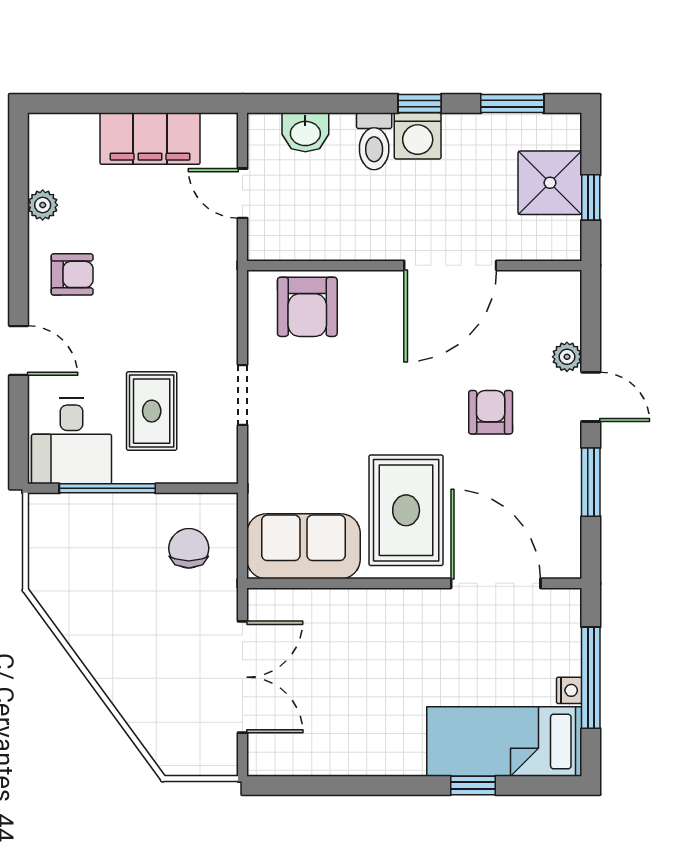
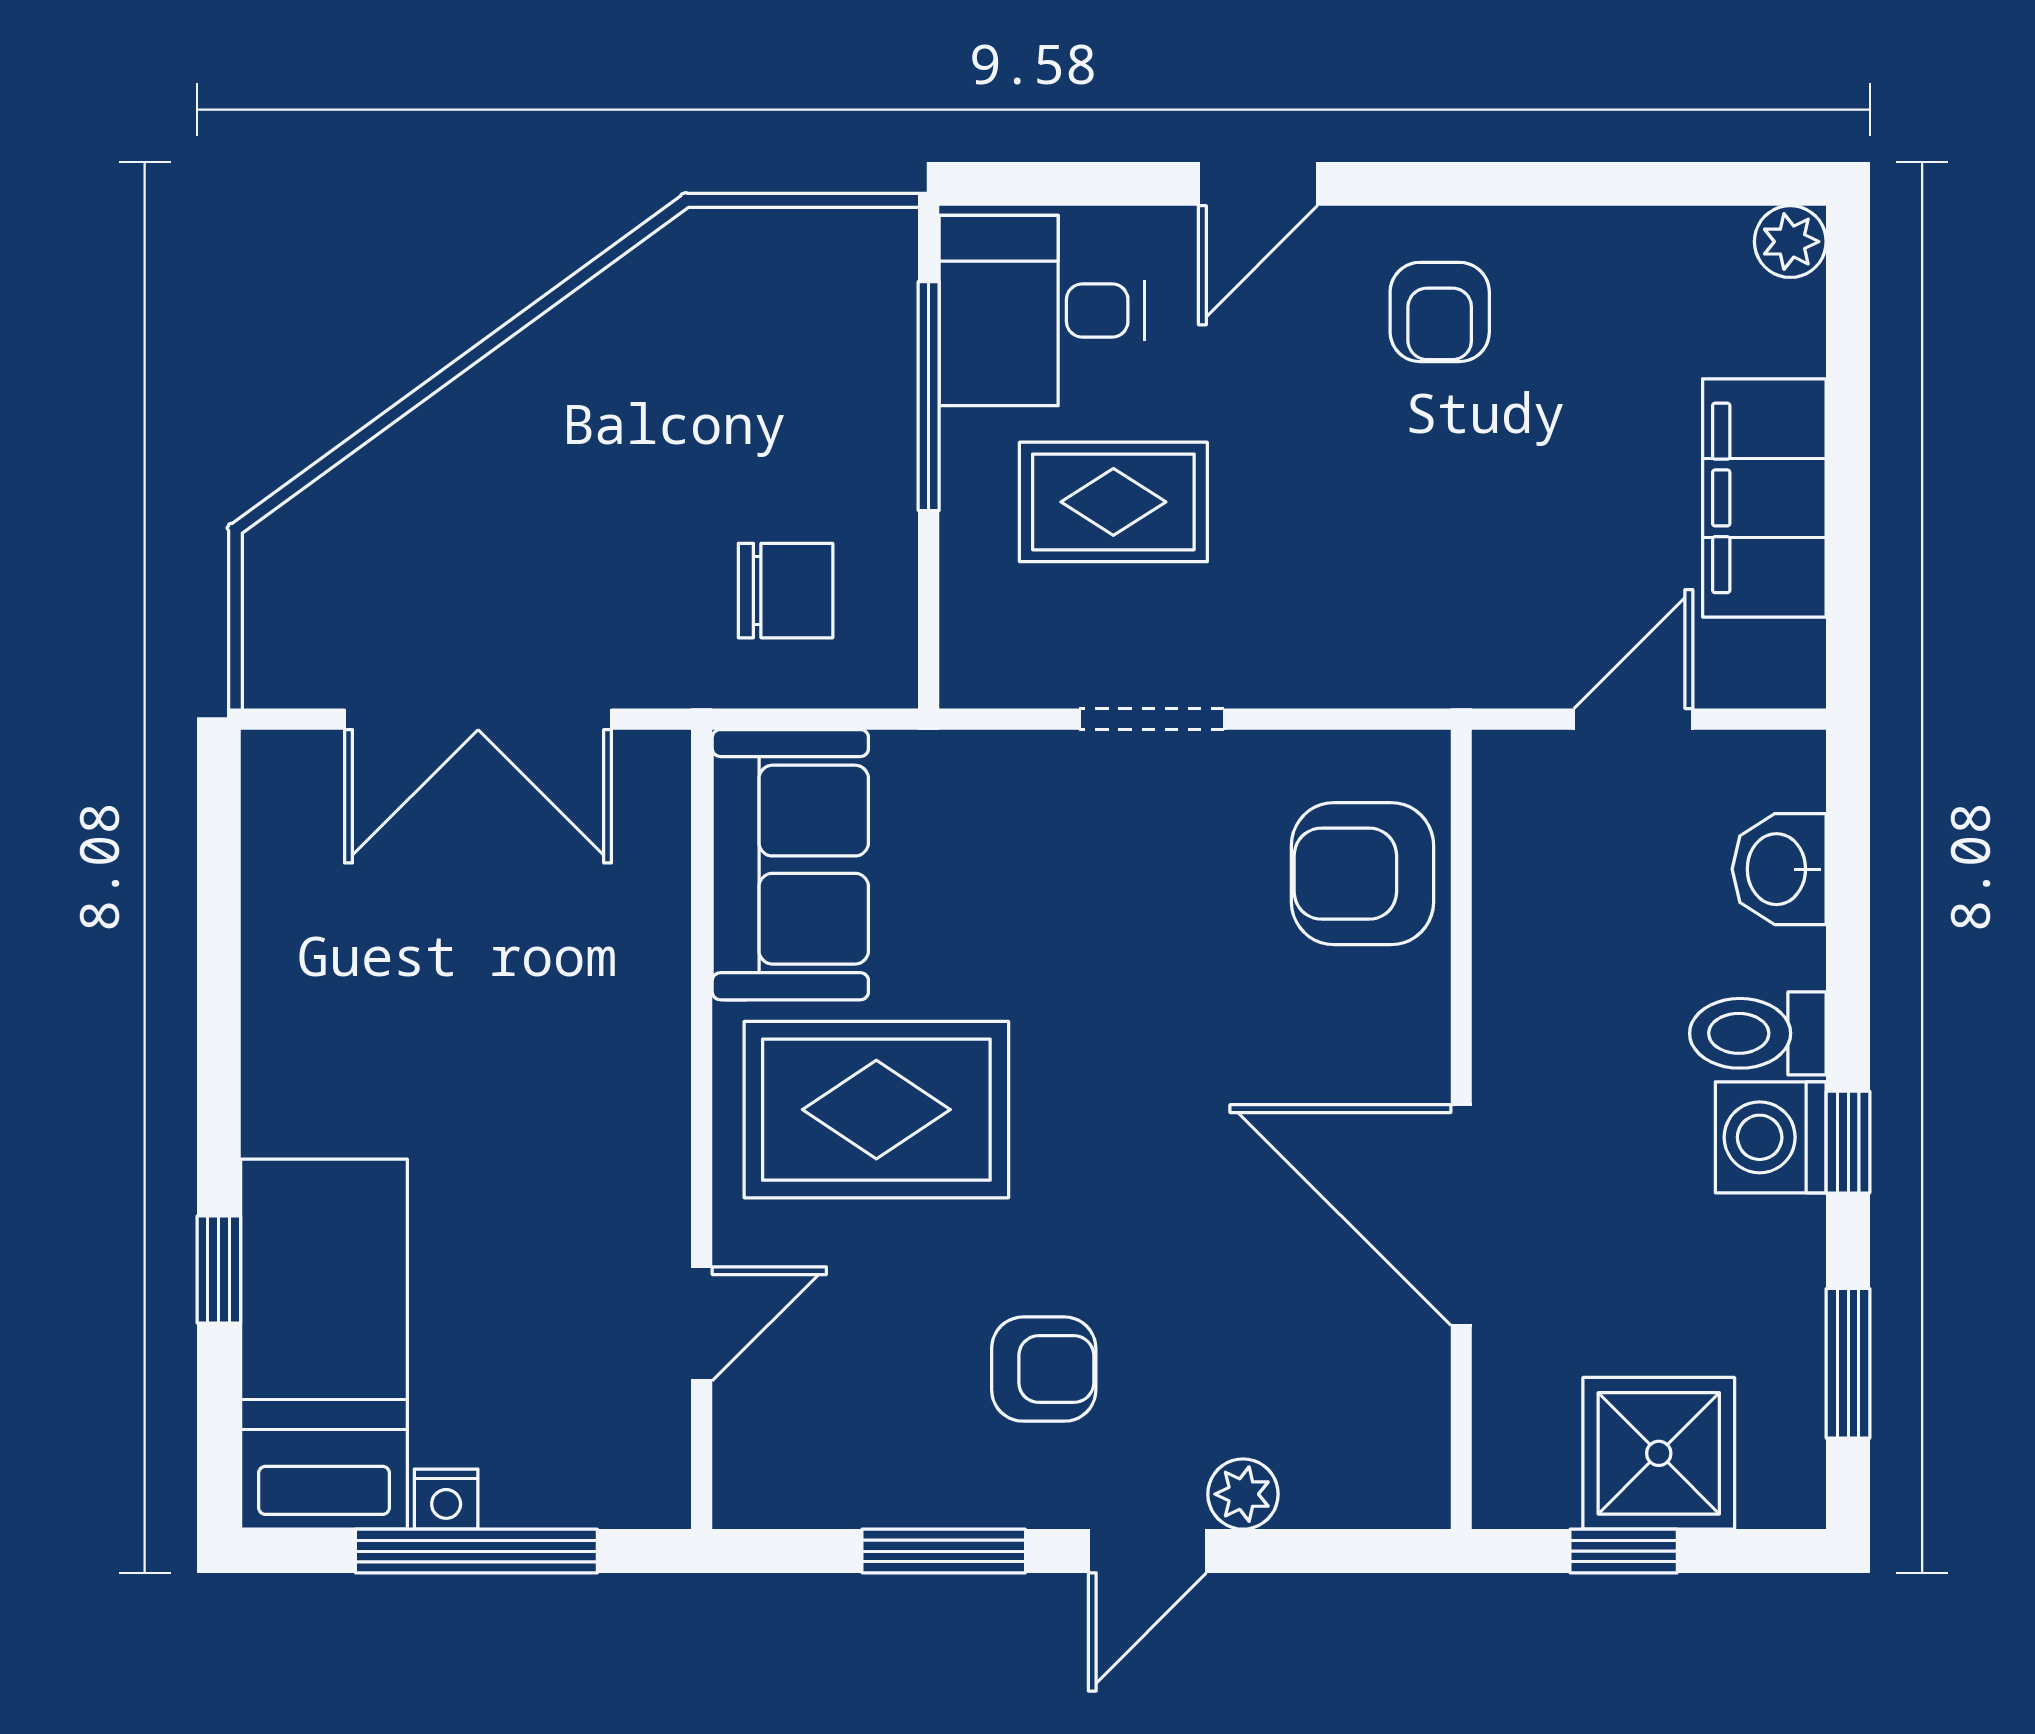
plant: (43, 205) -> (1790, 242), moved
armchair: (491, 412) -> (1044, 1369), moved
door: (496, 583) -> (702, 1324), width x0.53

